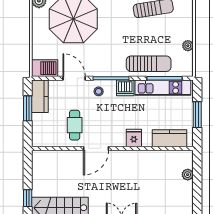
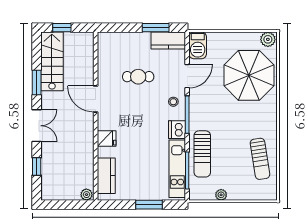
fridge: (134, 138) -> (107, 138), moved
kitchen counter: (170, 138) -> (106, 176), moved
door: (96, 148) -> (96, 99), moved
wall: (112, 148) -> (96, 116), moved

